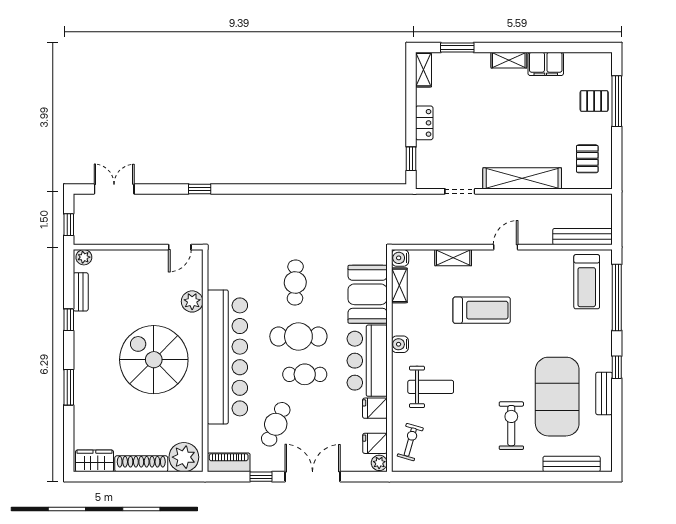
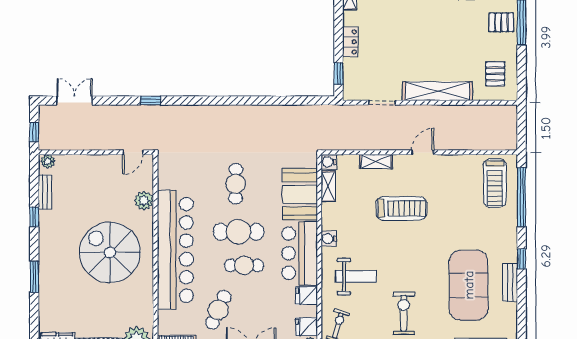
bench: (583, 237) -> (491, 143), removed
exercise bike: (511, 426) -> (404, 313), moved

